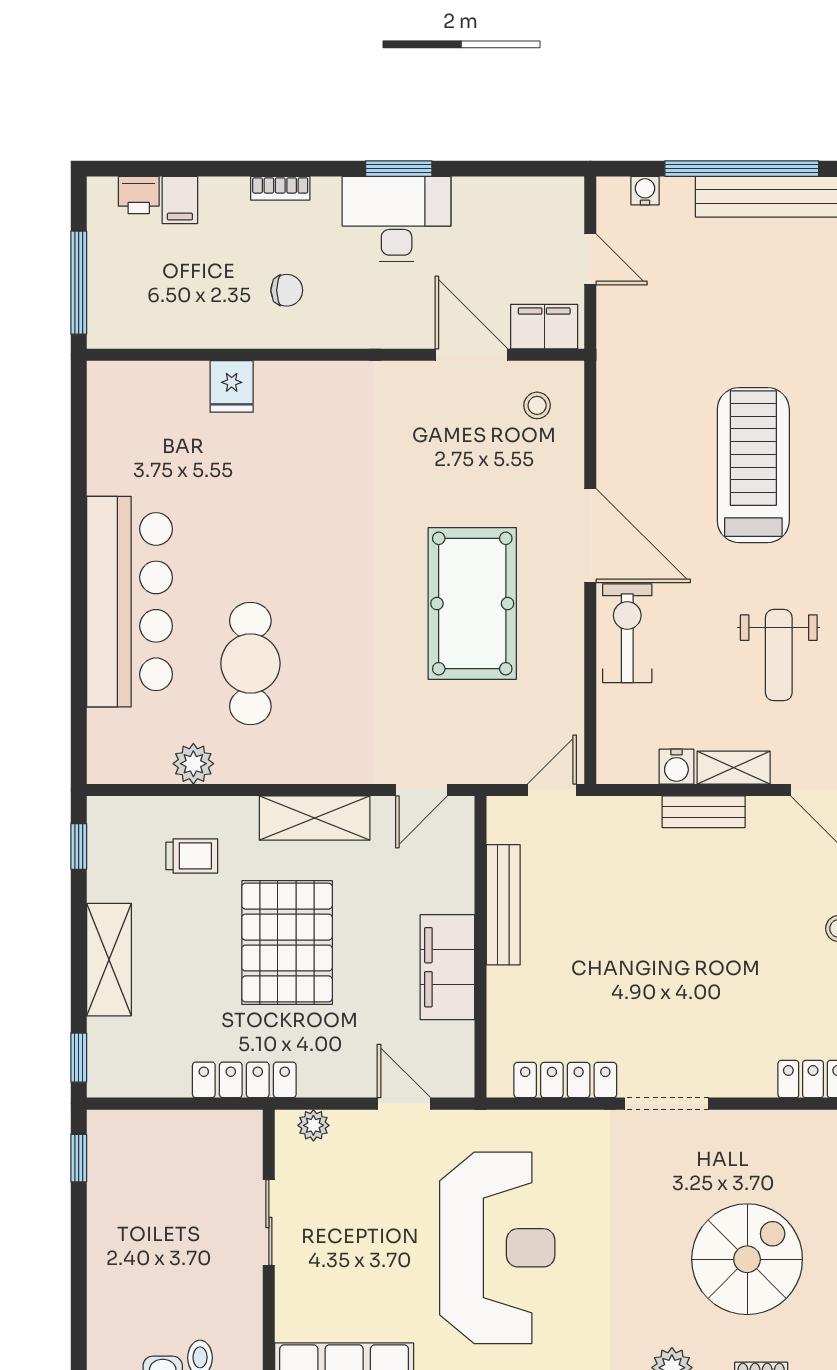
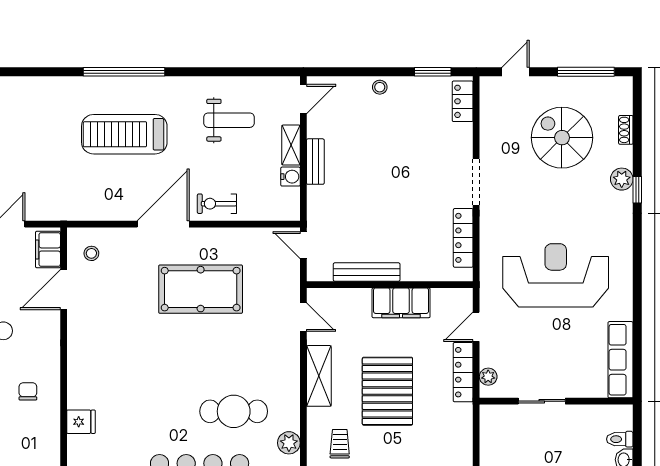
exercise bike: (627, 633) -> (217, 204), width x0.73, depth x0.72
pallet: (287, 943) -> (387, 391), turned 90
locker: (244, 1080) -> (463, 372), moved

